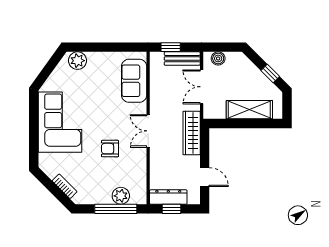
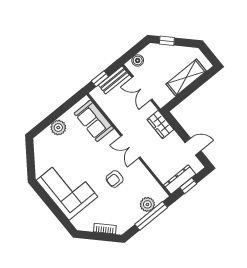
plant: (78, 61) -> (58, 128), moved
window: (270, 73) -> (167, 41), moved
wardrobe: (192, 133) -> (160, 124), width x0.67

